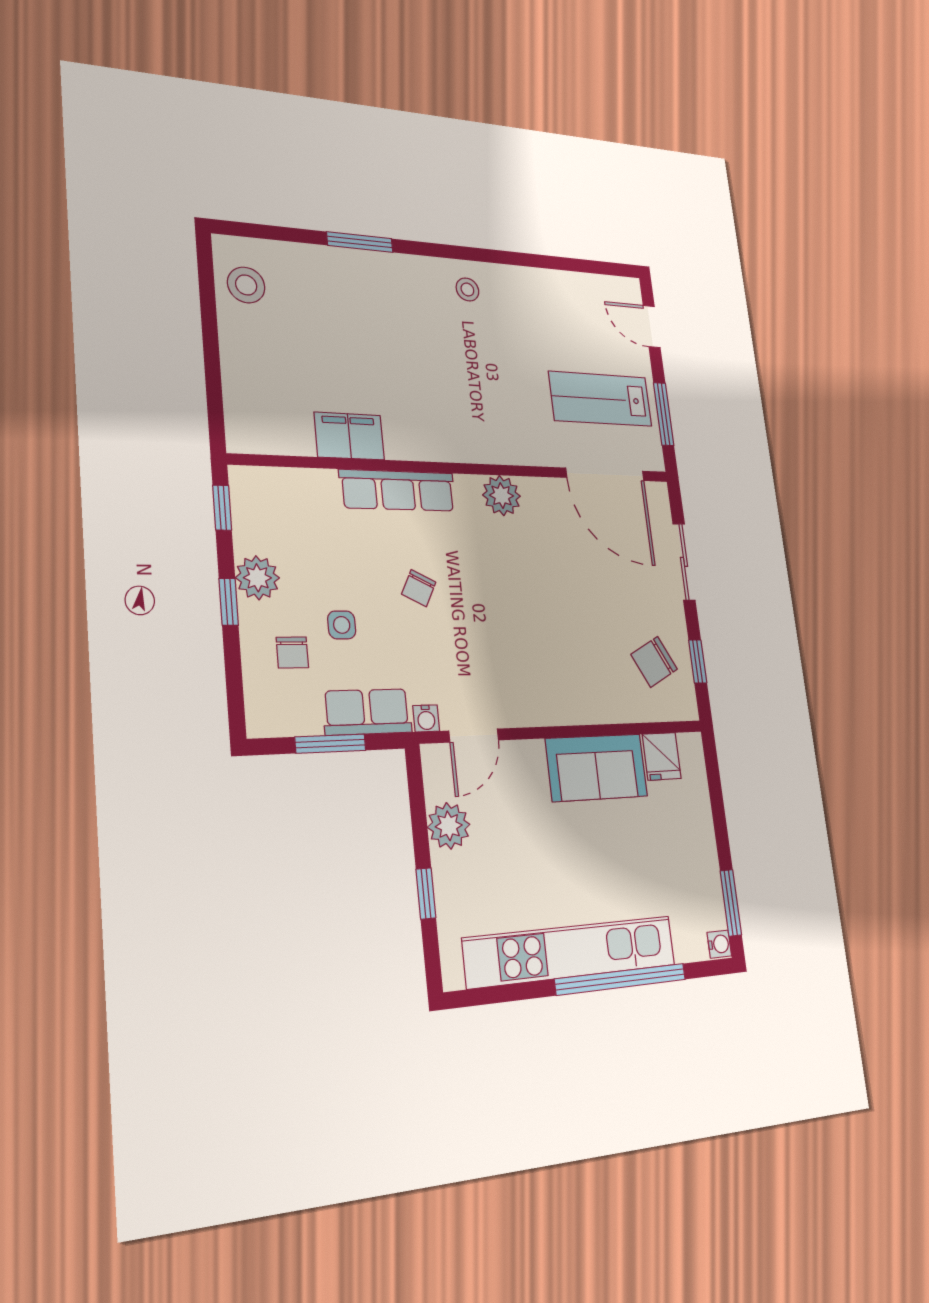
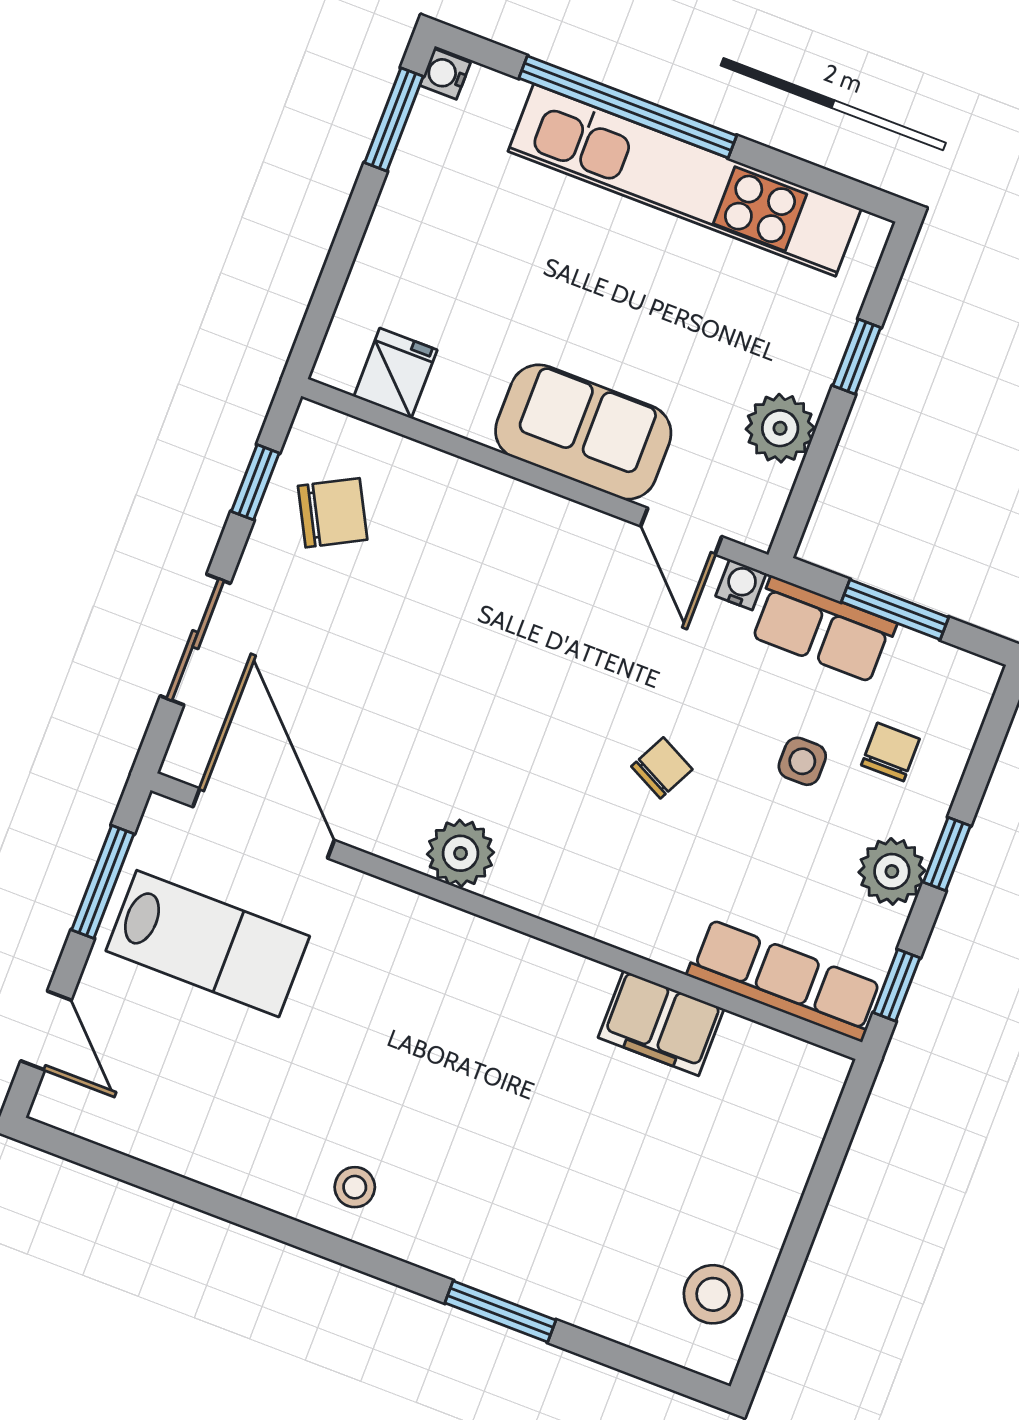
row of seats: (398, 490) -> (785, 980), moved
door: (474, 736) -> (681, 531), swing flipped
sofa: (597, 768) -> (583, 432), moved

